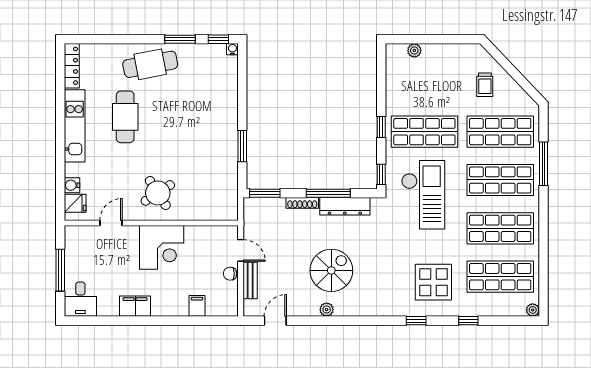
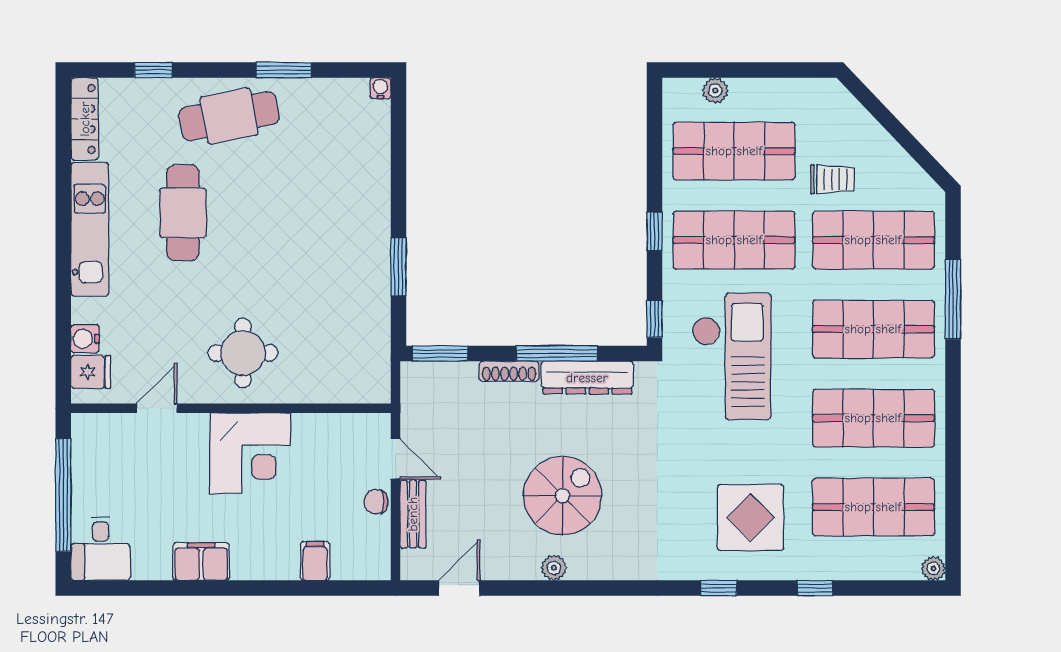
window: (218, 39) -> (153, 70), moved
shop shelf: (424, 83) -> (734, 151), added
trolley: (485, 85) -> (833, 179), moved, turned -90
round table: (158, 193) -> (243, 353), turned 33
window: (60, 270) -> (63, 495), width x1.46

